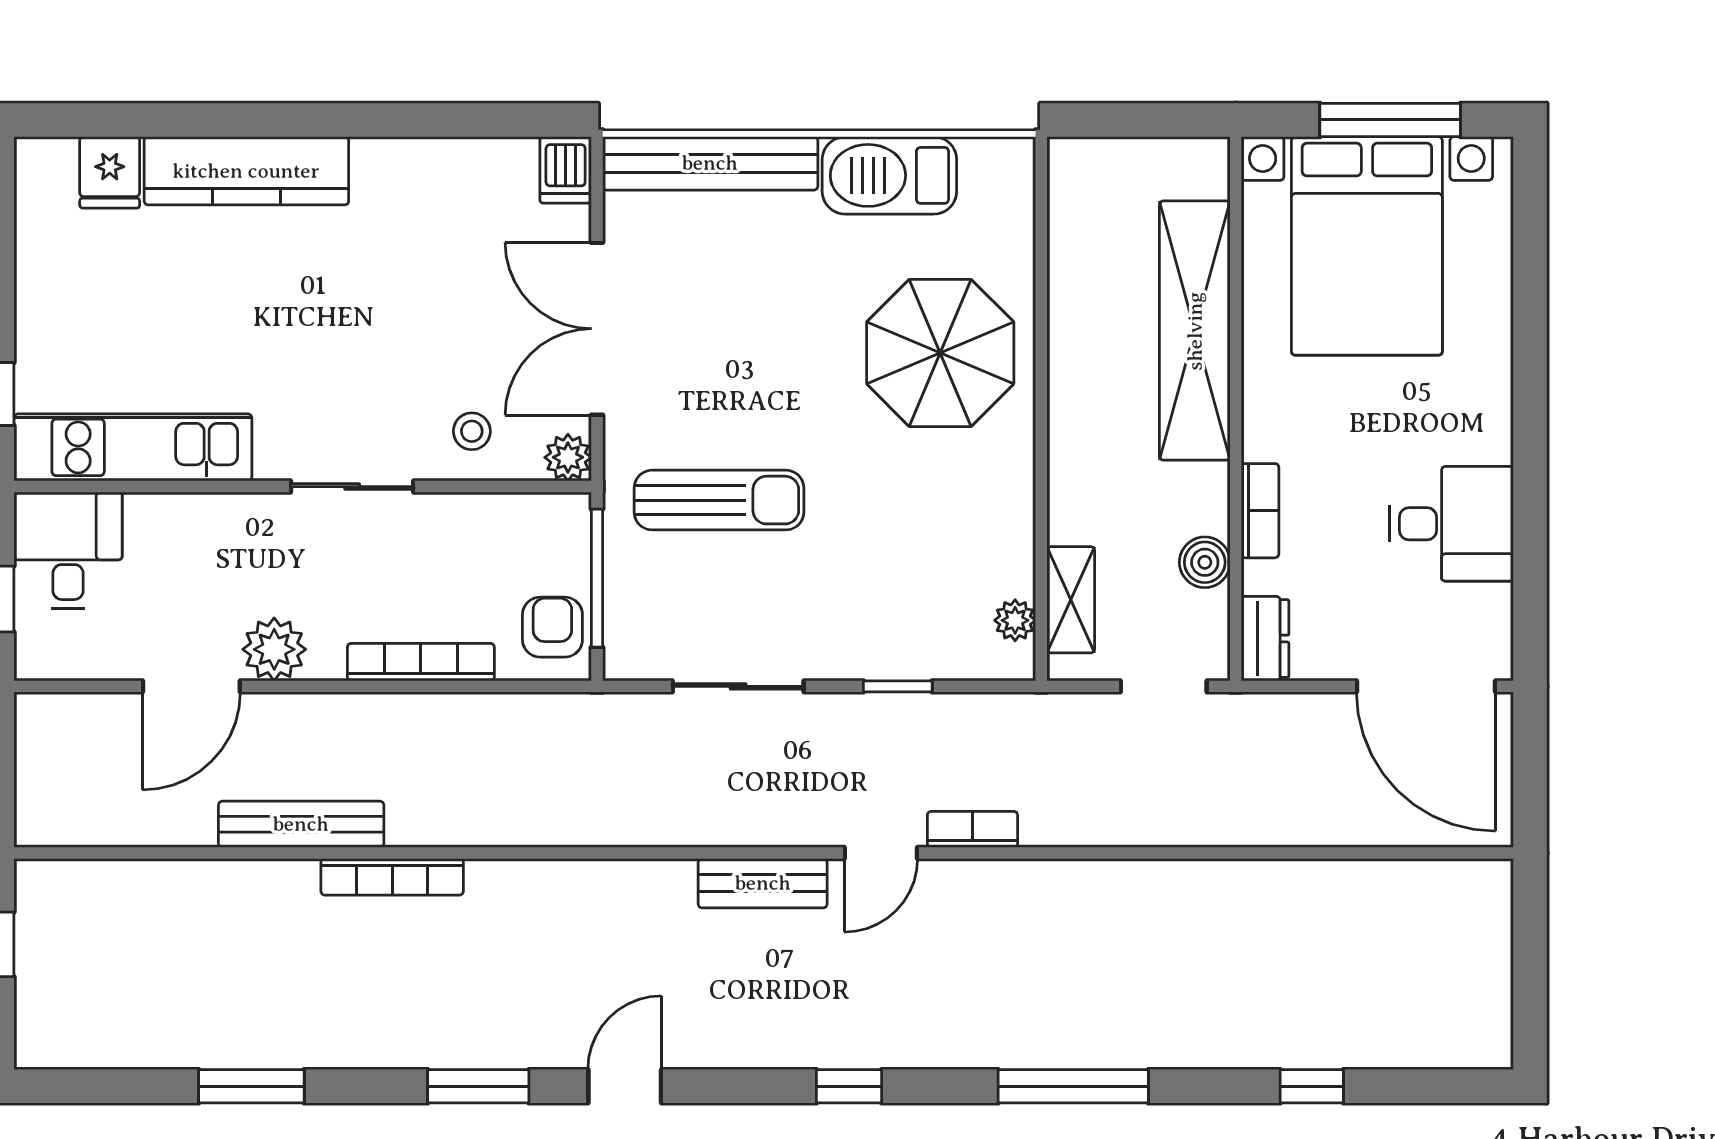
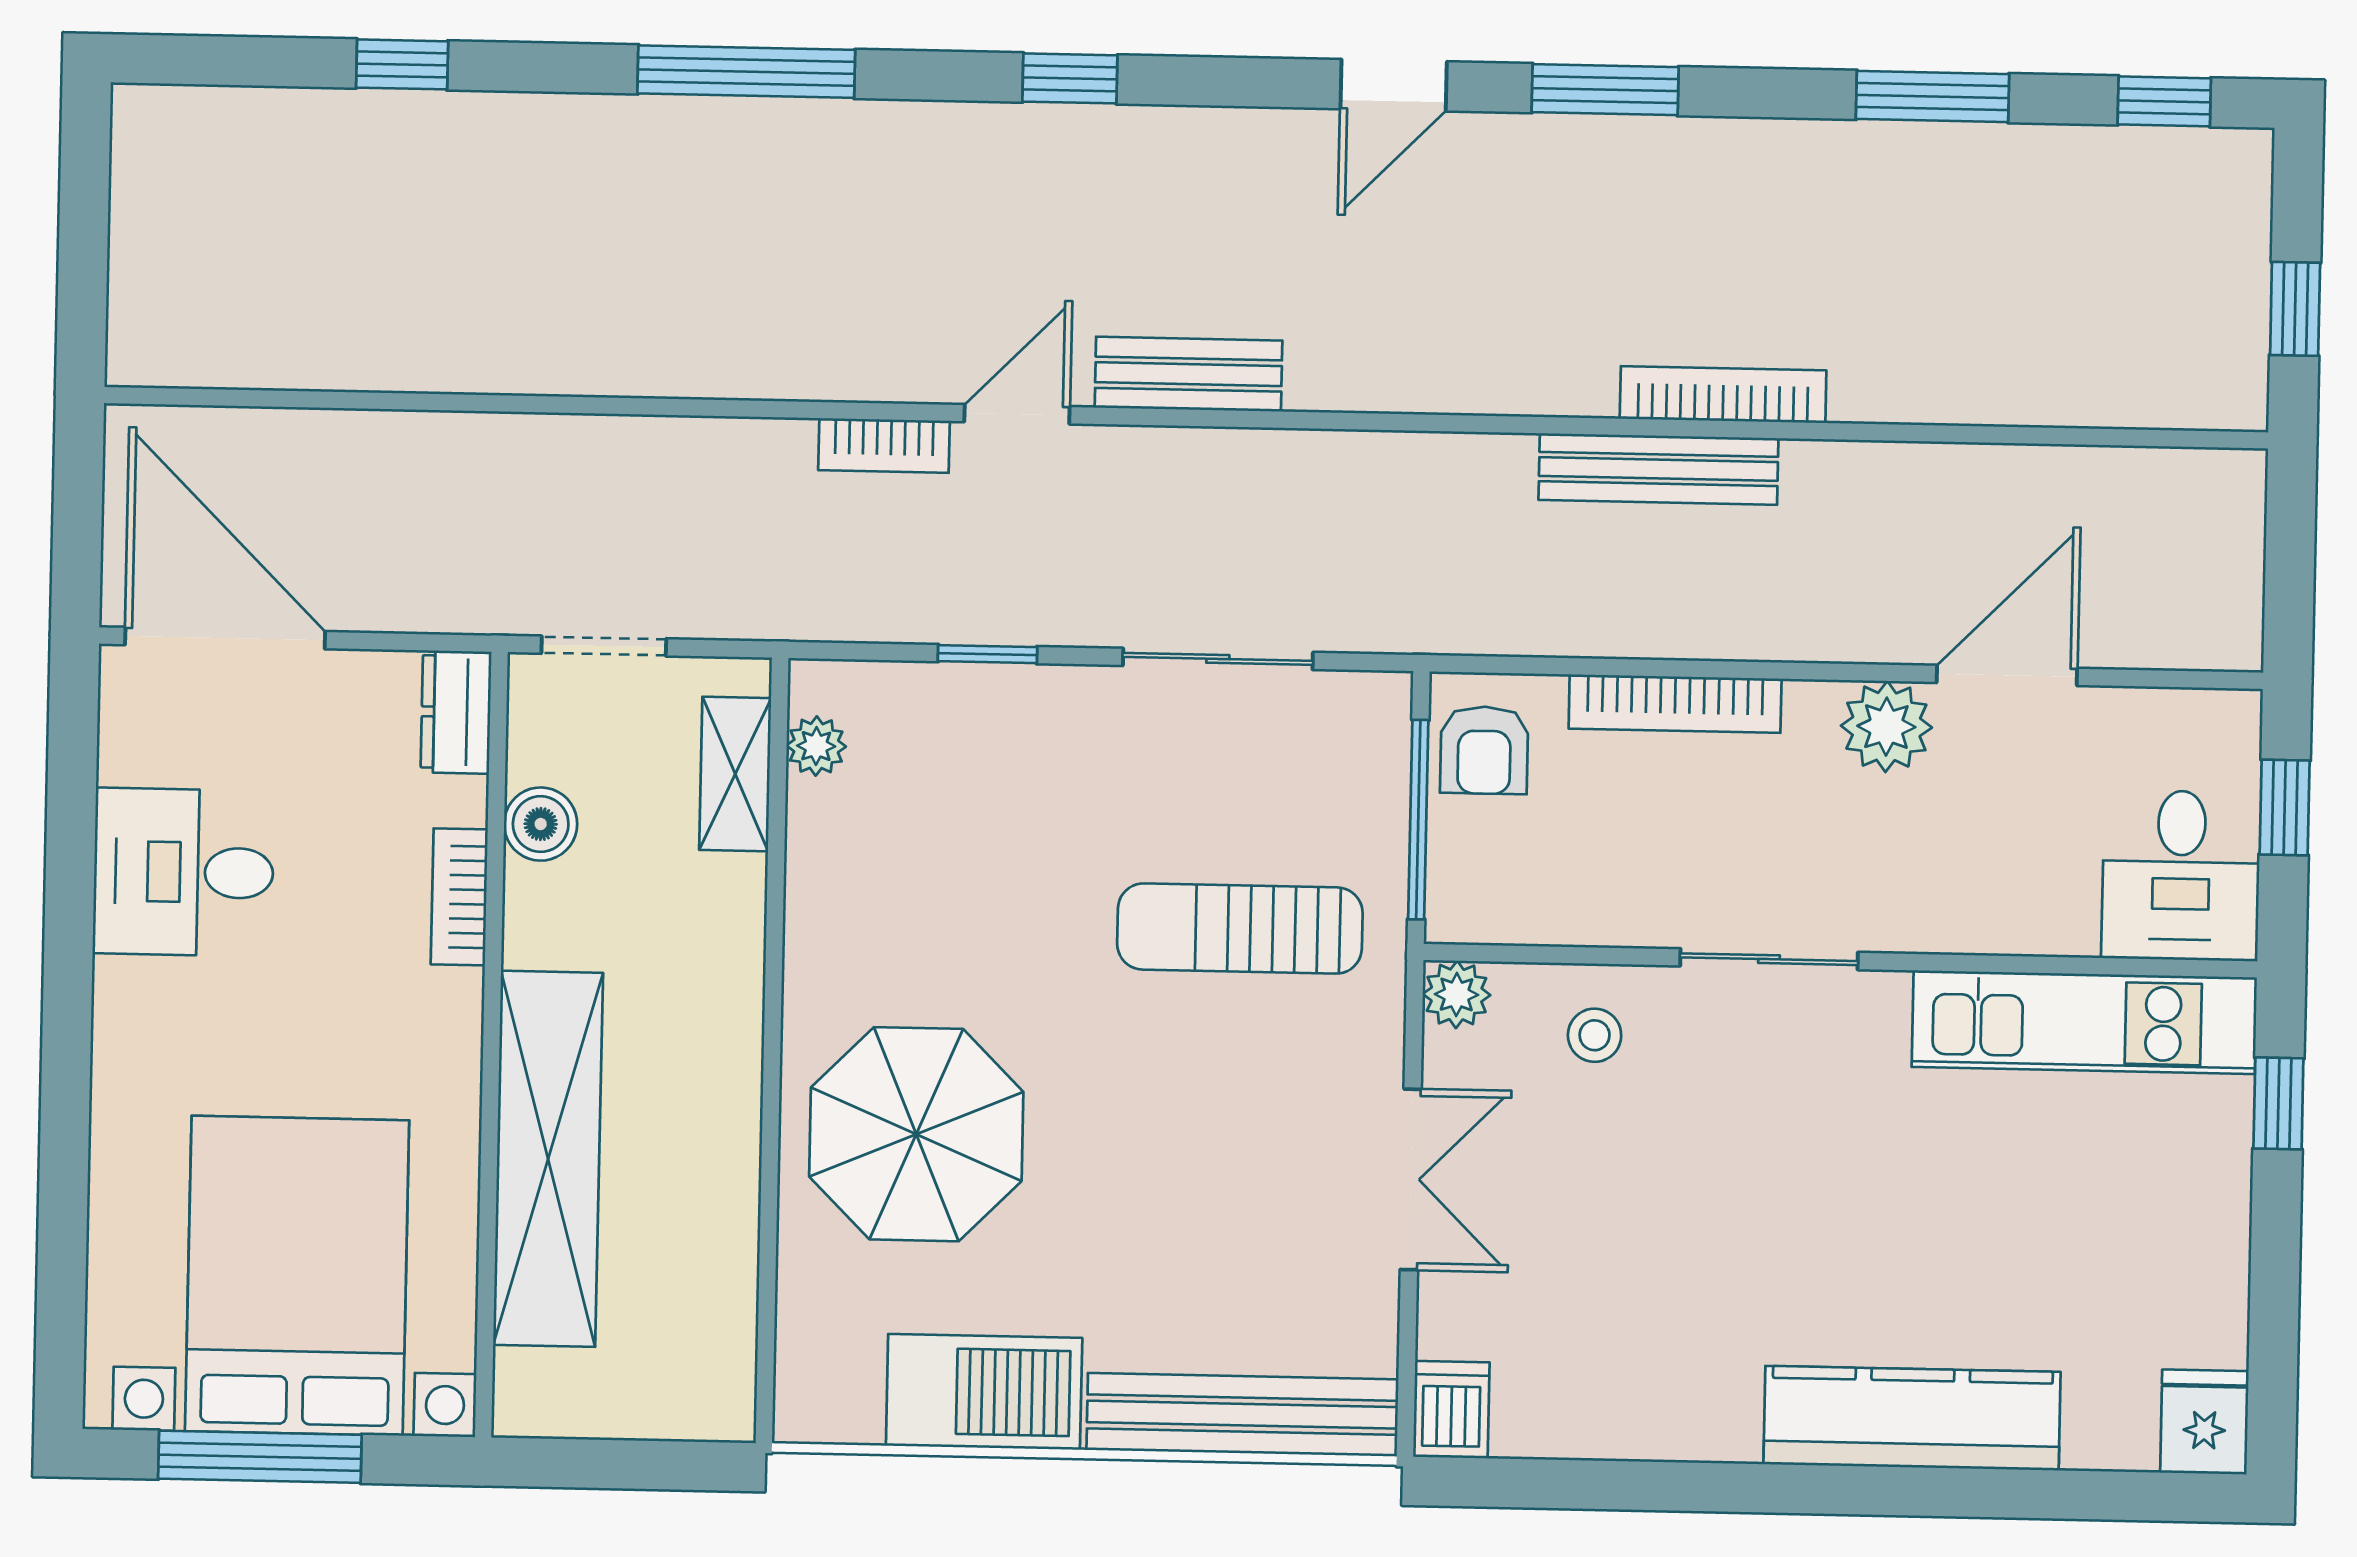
fridge: (110, 172) -> (2204, 1422), moved
double door: (597, 329) -> (1411, 1179), width x0.73
bench: (301, 824) -> (1658, 469), moved
window: (91, 1086) -> (2164, 101), added

